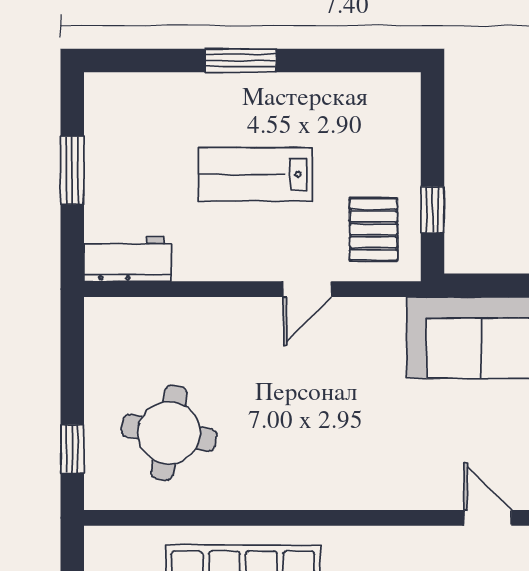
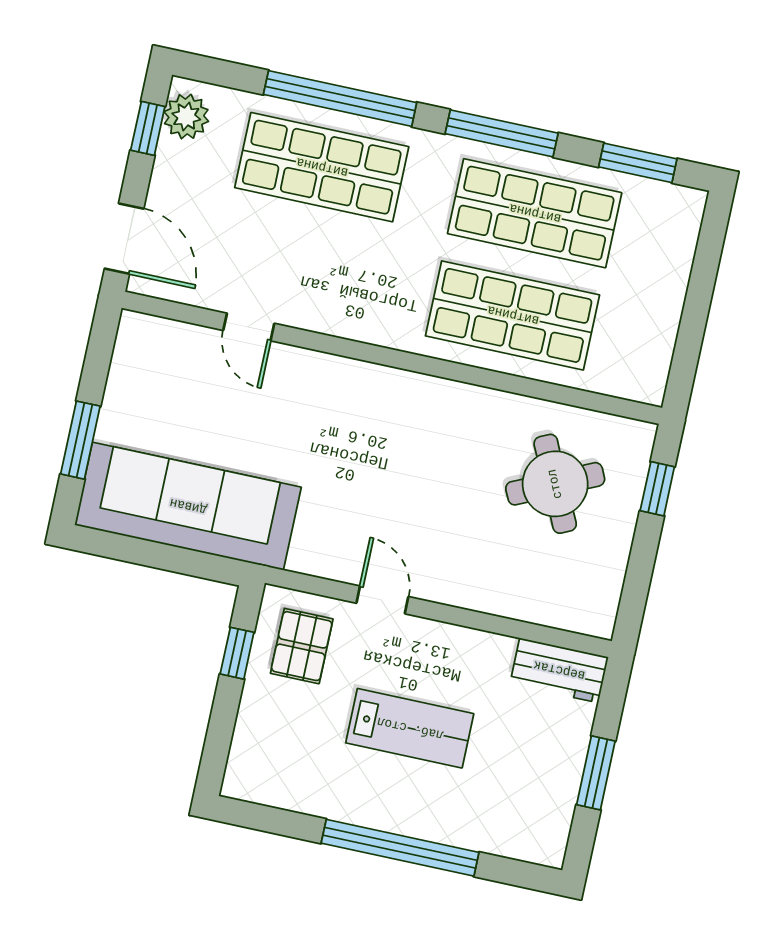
window: (240, 60) -> (400, 848), width x2.11
door: (307, 289) -> (382, 600), hinge flipped
round table: (169, 433) -> (555, 484), turned -35

